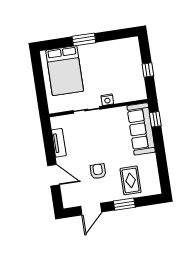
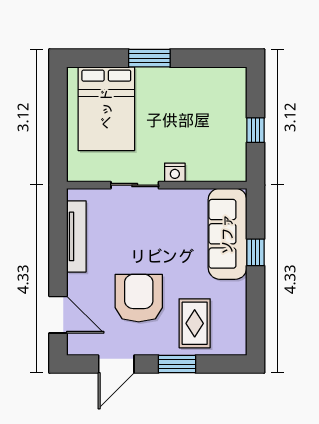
window: (155, 119) -> (255, 252), moved
tv unit: (59, 143) -> (76, 236), width x1.41
armchair: (98, 171) -> (139, 298), width x1.88, depth x1.88
door: (54, 175) -> (58, 315), moved

